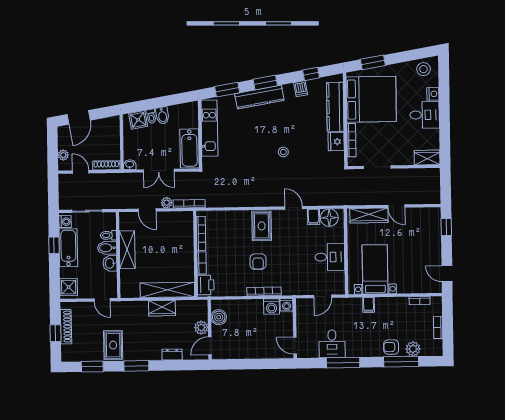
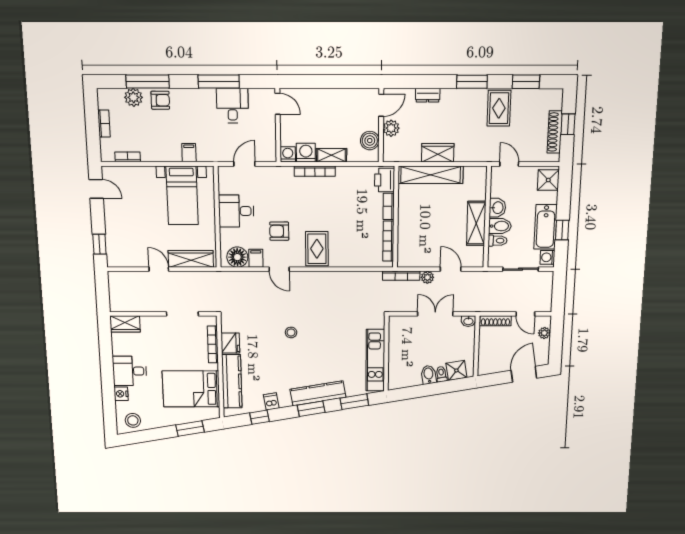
bed: (371, 99) -> (191, 389), width x0.73
bathtub: (189, 148) -> (399, 338), removed
armchair: (258, 262) -> (279, 231), moved, turned -90
shelving: (250, 305) -> (331, 155), added

